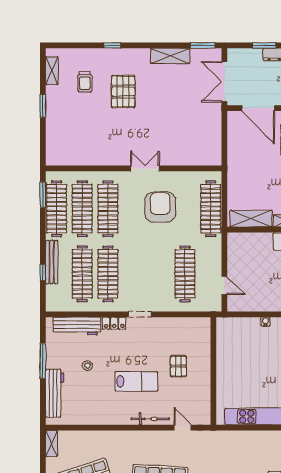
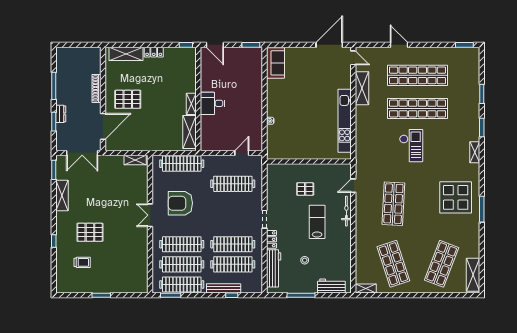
shelving: (52, 71) -> (135, 160), moved
workbench: (55, 393) -> (331, 286), width x0.73

